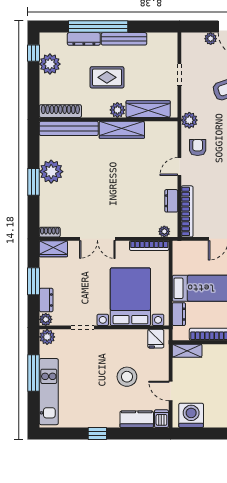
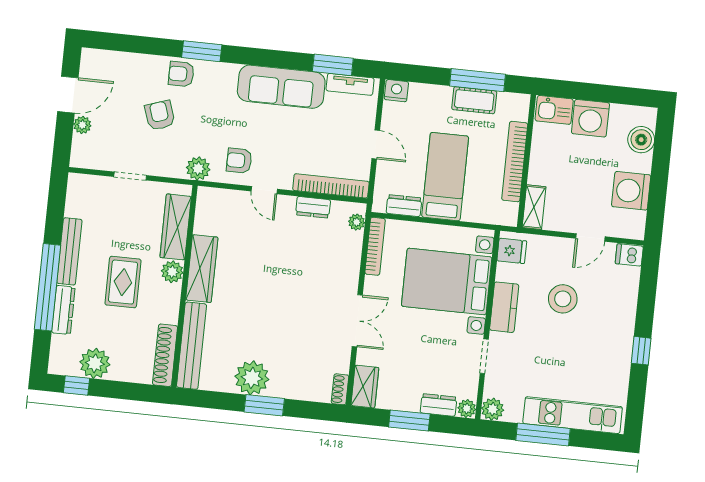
dresser: (179, 314) -> (404, 206), moved
washing machine: (191, 415) -> (631, 191), moved
kitchen counter: (137, 419) -> (504, 307), moved, turned 180

